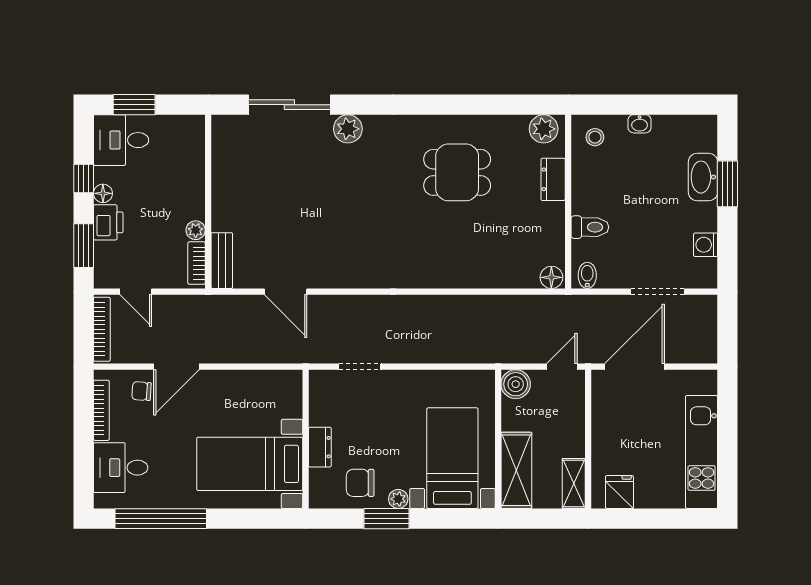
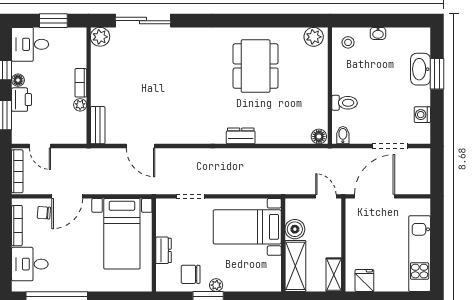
window: (134, 105) -> (53, 21), moved
plant: (348, 129) -> (100, 37), moved
dining table: (457, 172) -> (256, 66), width x1.38
dresser: (553, 179) -> (241, 136), moved, turned 90
bookcase: (197, 263) -> (81, 83), moved
door: (562, 367) -> (326, 196), hinge flipped
boiler: (516, 384) -> (295, 229), moved
bed with nightstands: (452, 458) -> (247, 227), moved, turned -90
bed with nightstands: (250, 464) -> (122, 234), moved, turned -90

